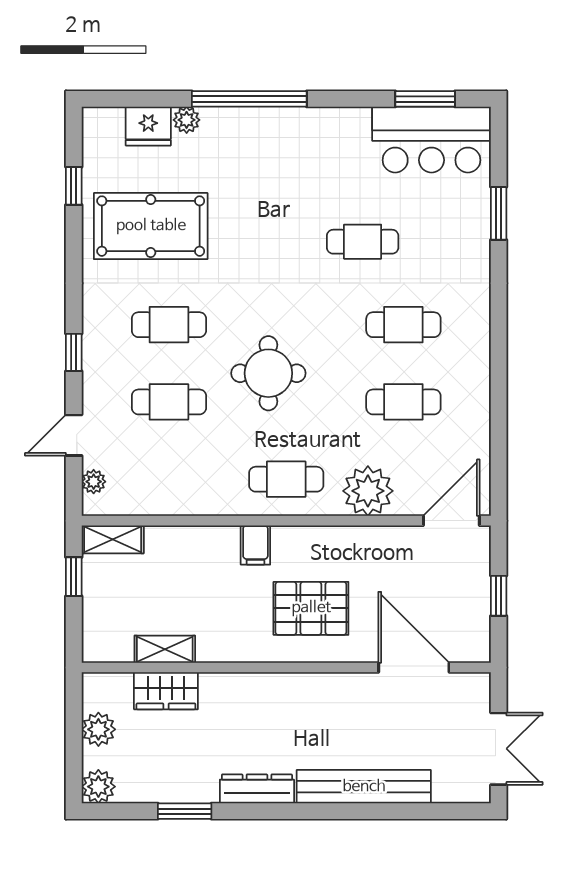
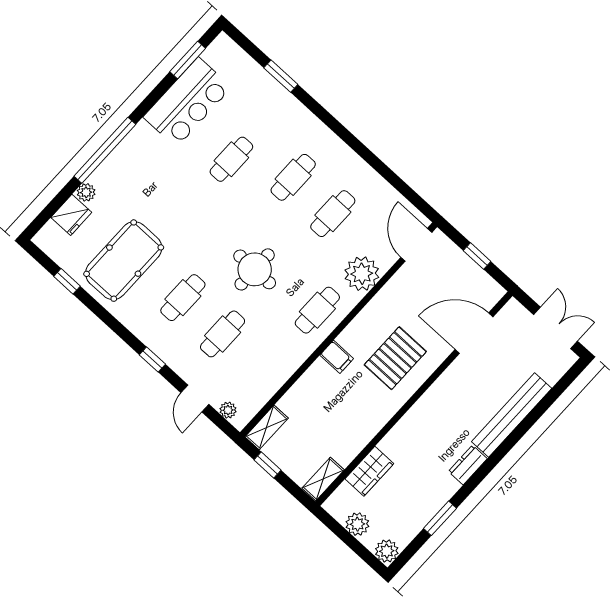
bar counter: (432, 140) -> (187, 102), moved
shelving: (165, 649) -> (323, 479), moved
dresser: (257, 789) -> (468, 465), width x0.70

